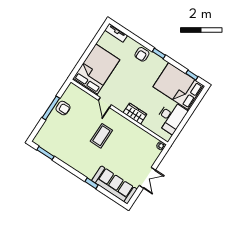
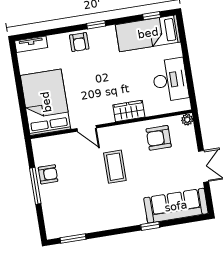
bed: (179, 86) -> (148, 33), width x0.67
armchair: (138, 142) -> (159, 138), added

